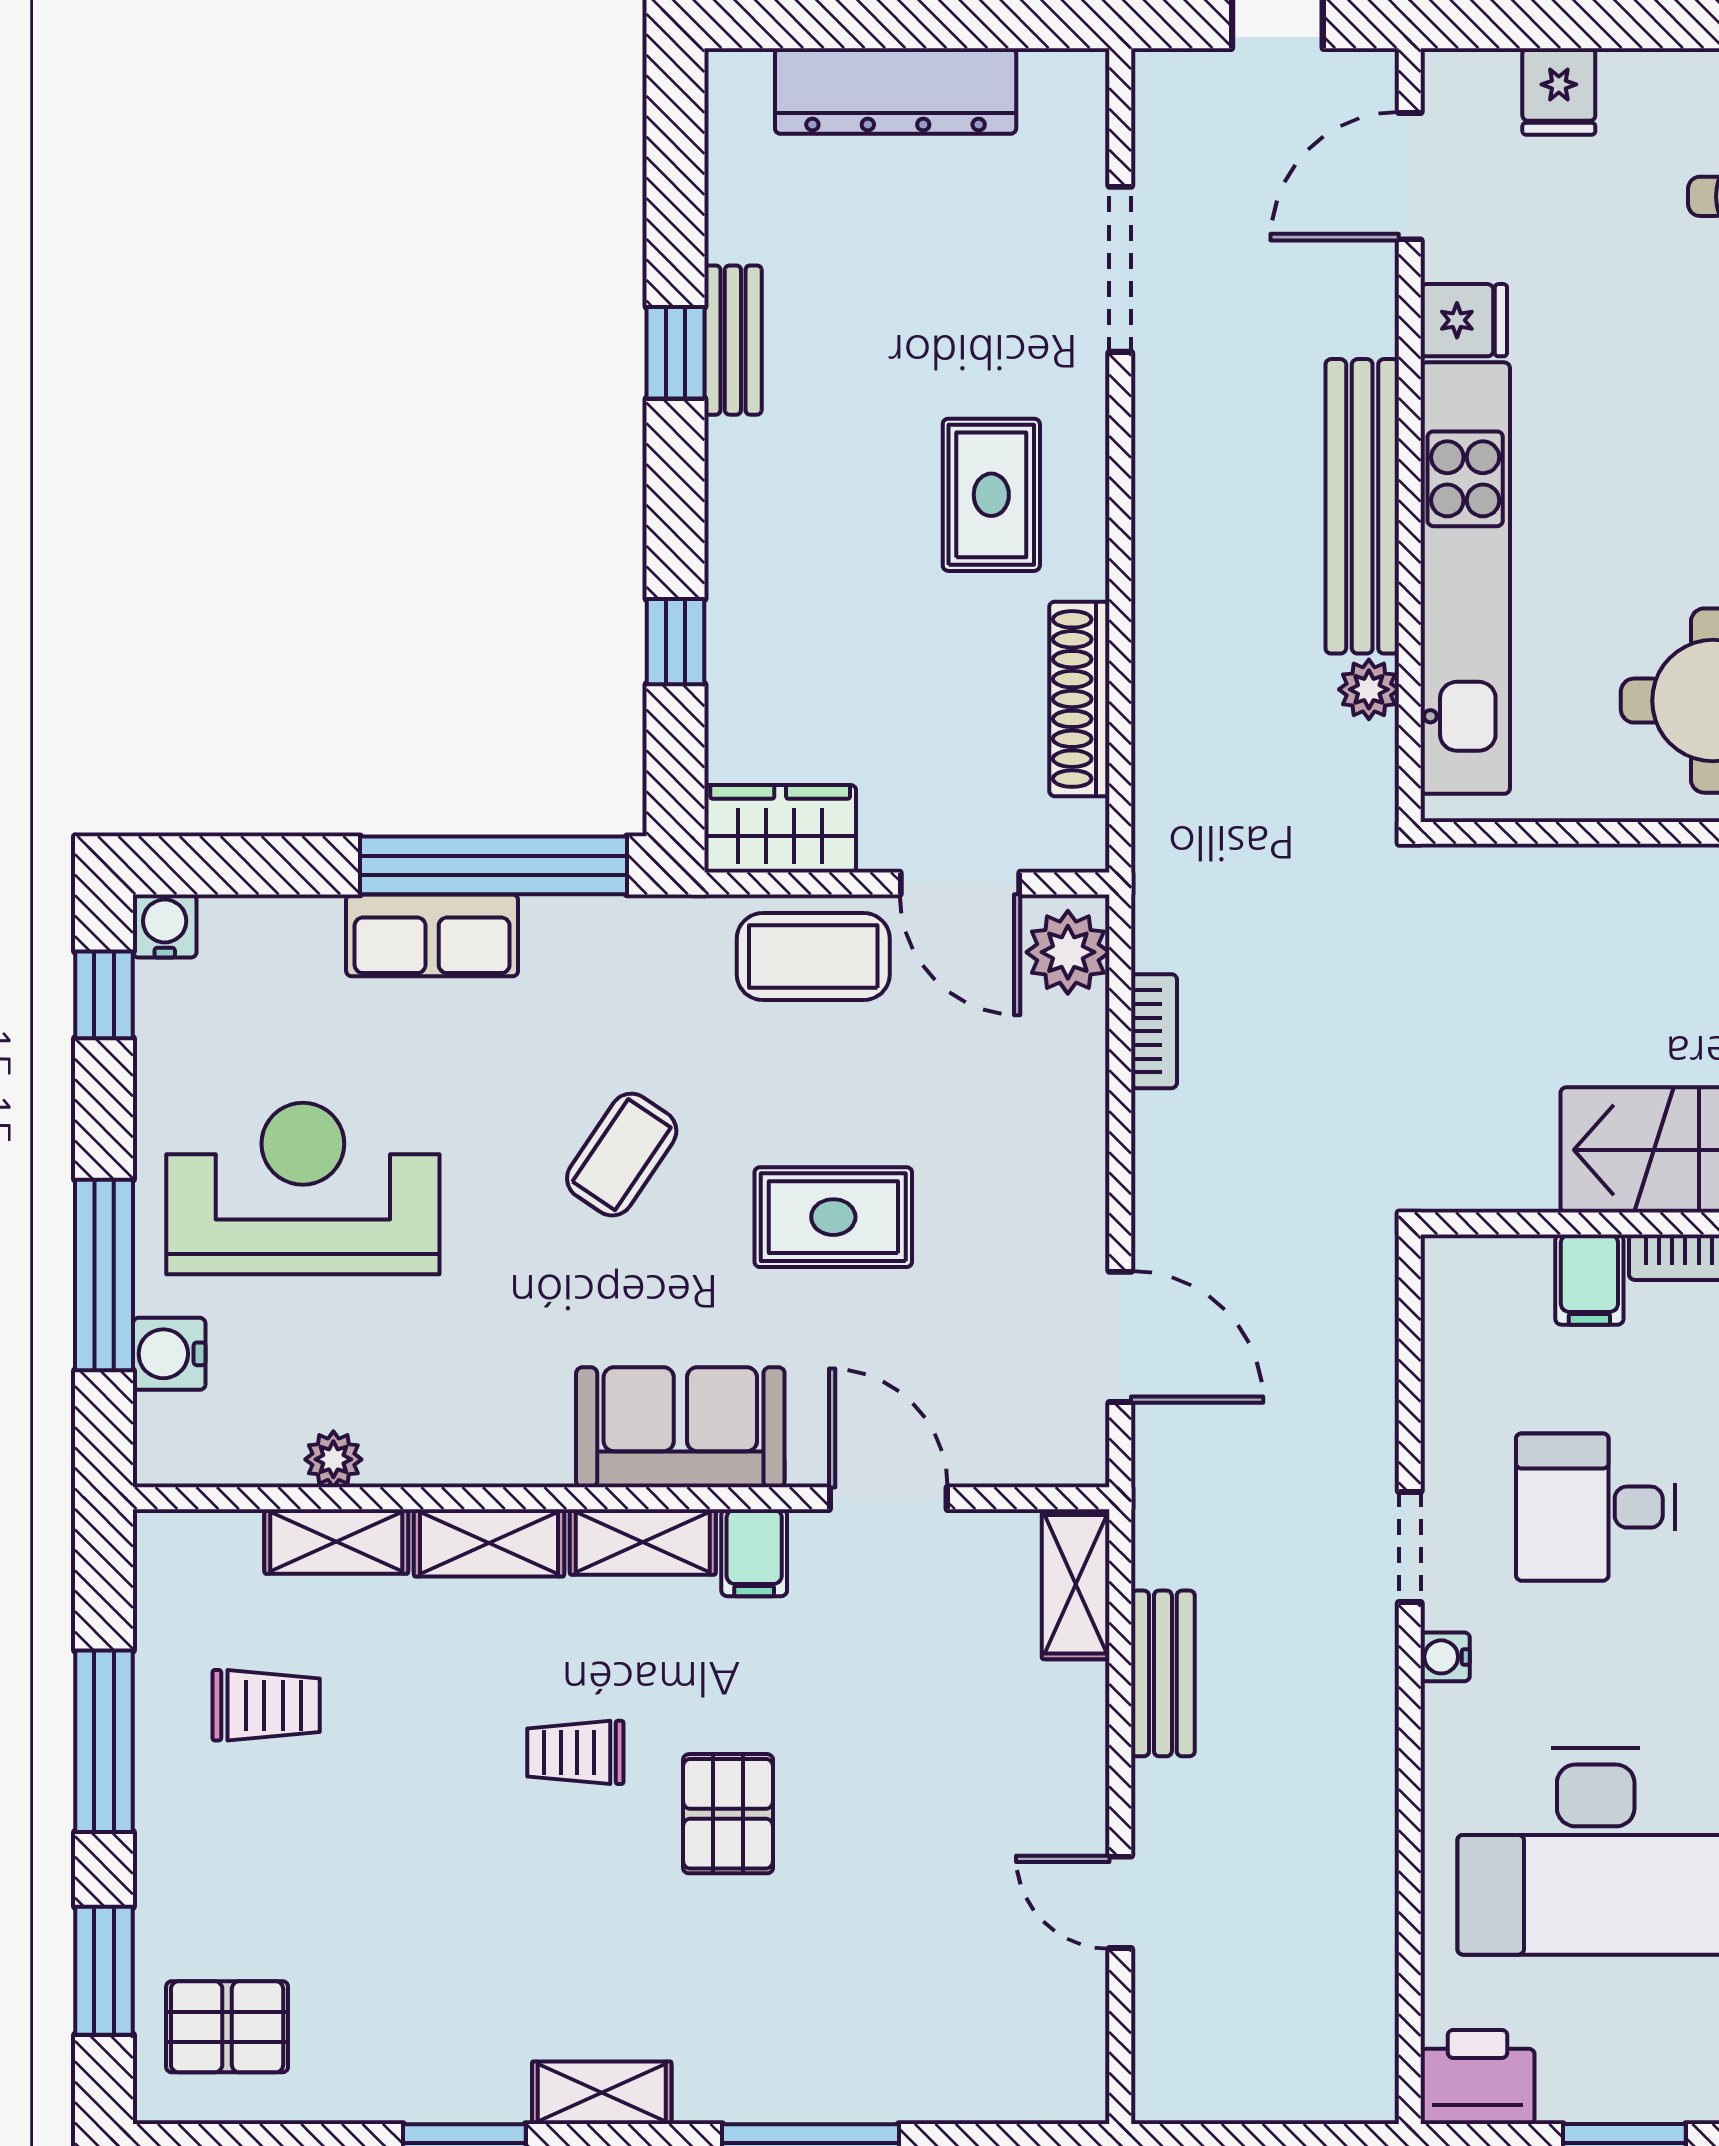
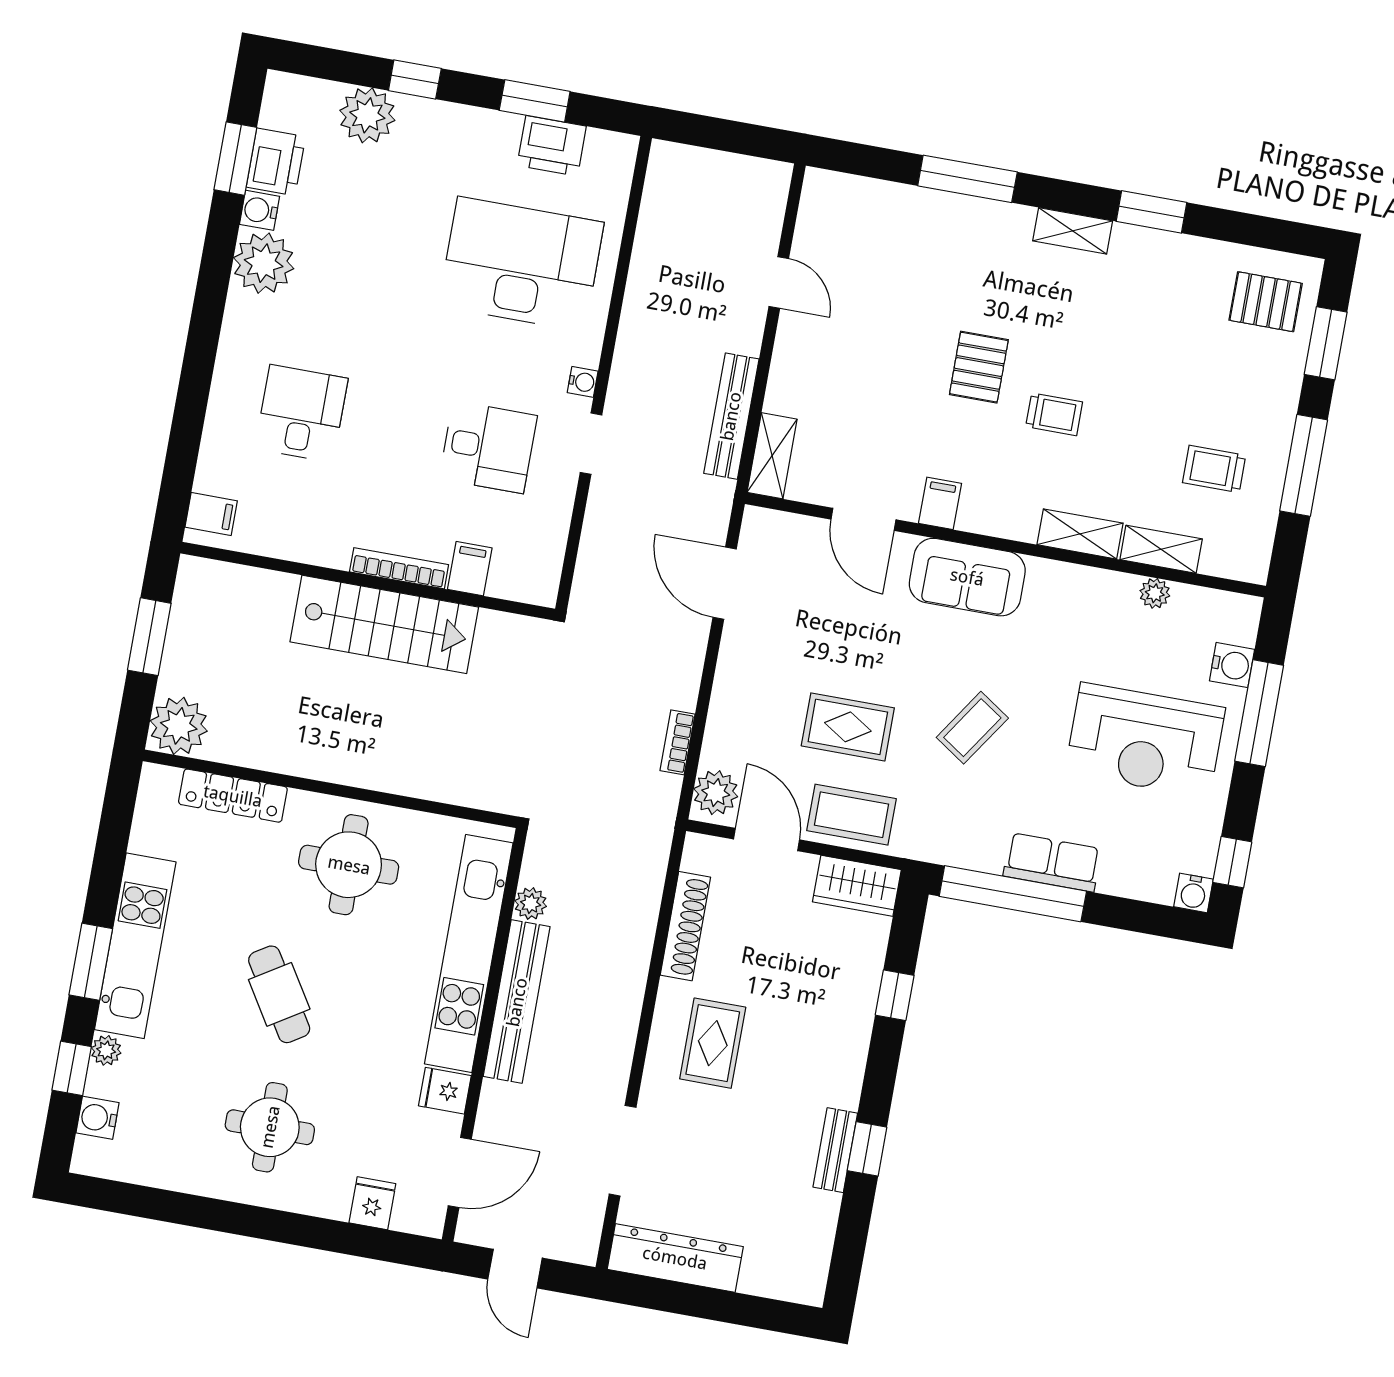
dresser: (896, 91) -> (675, 1258), moved
rug: (833, 1217) -> (848, 727), moved
shelving: (643, 1542) -> (998, 520), removed
bench: (1163, 1673) -> (731, 416), width x1.36
printer: (1477, 2077) -> (552, 146), moved

